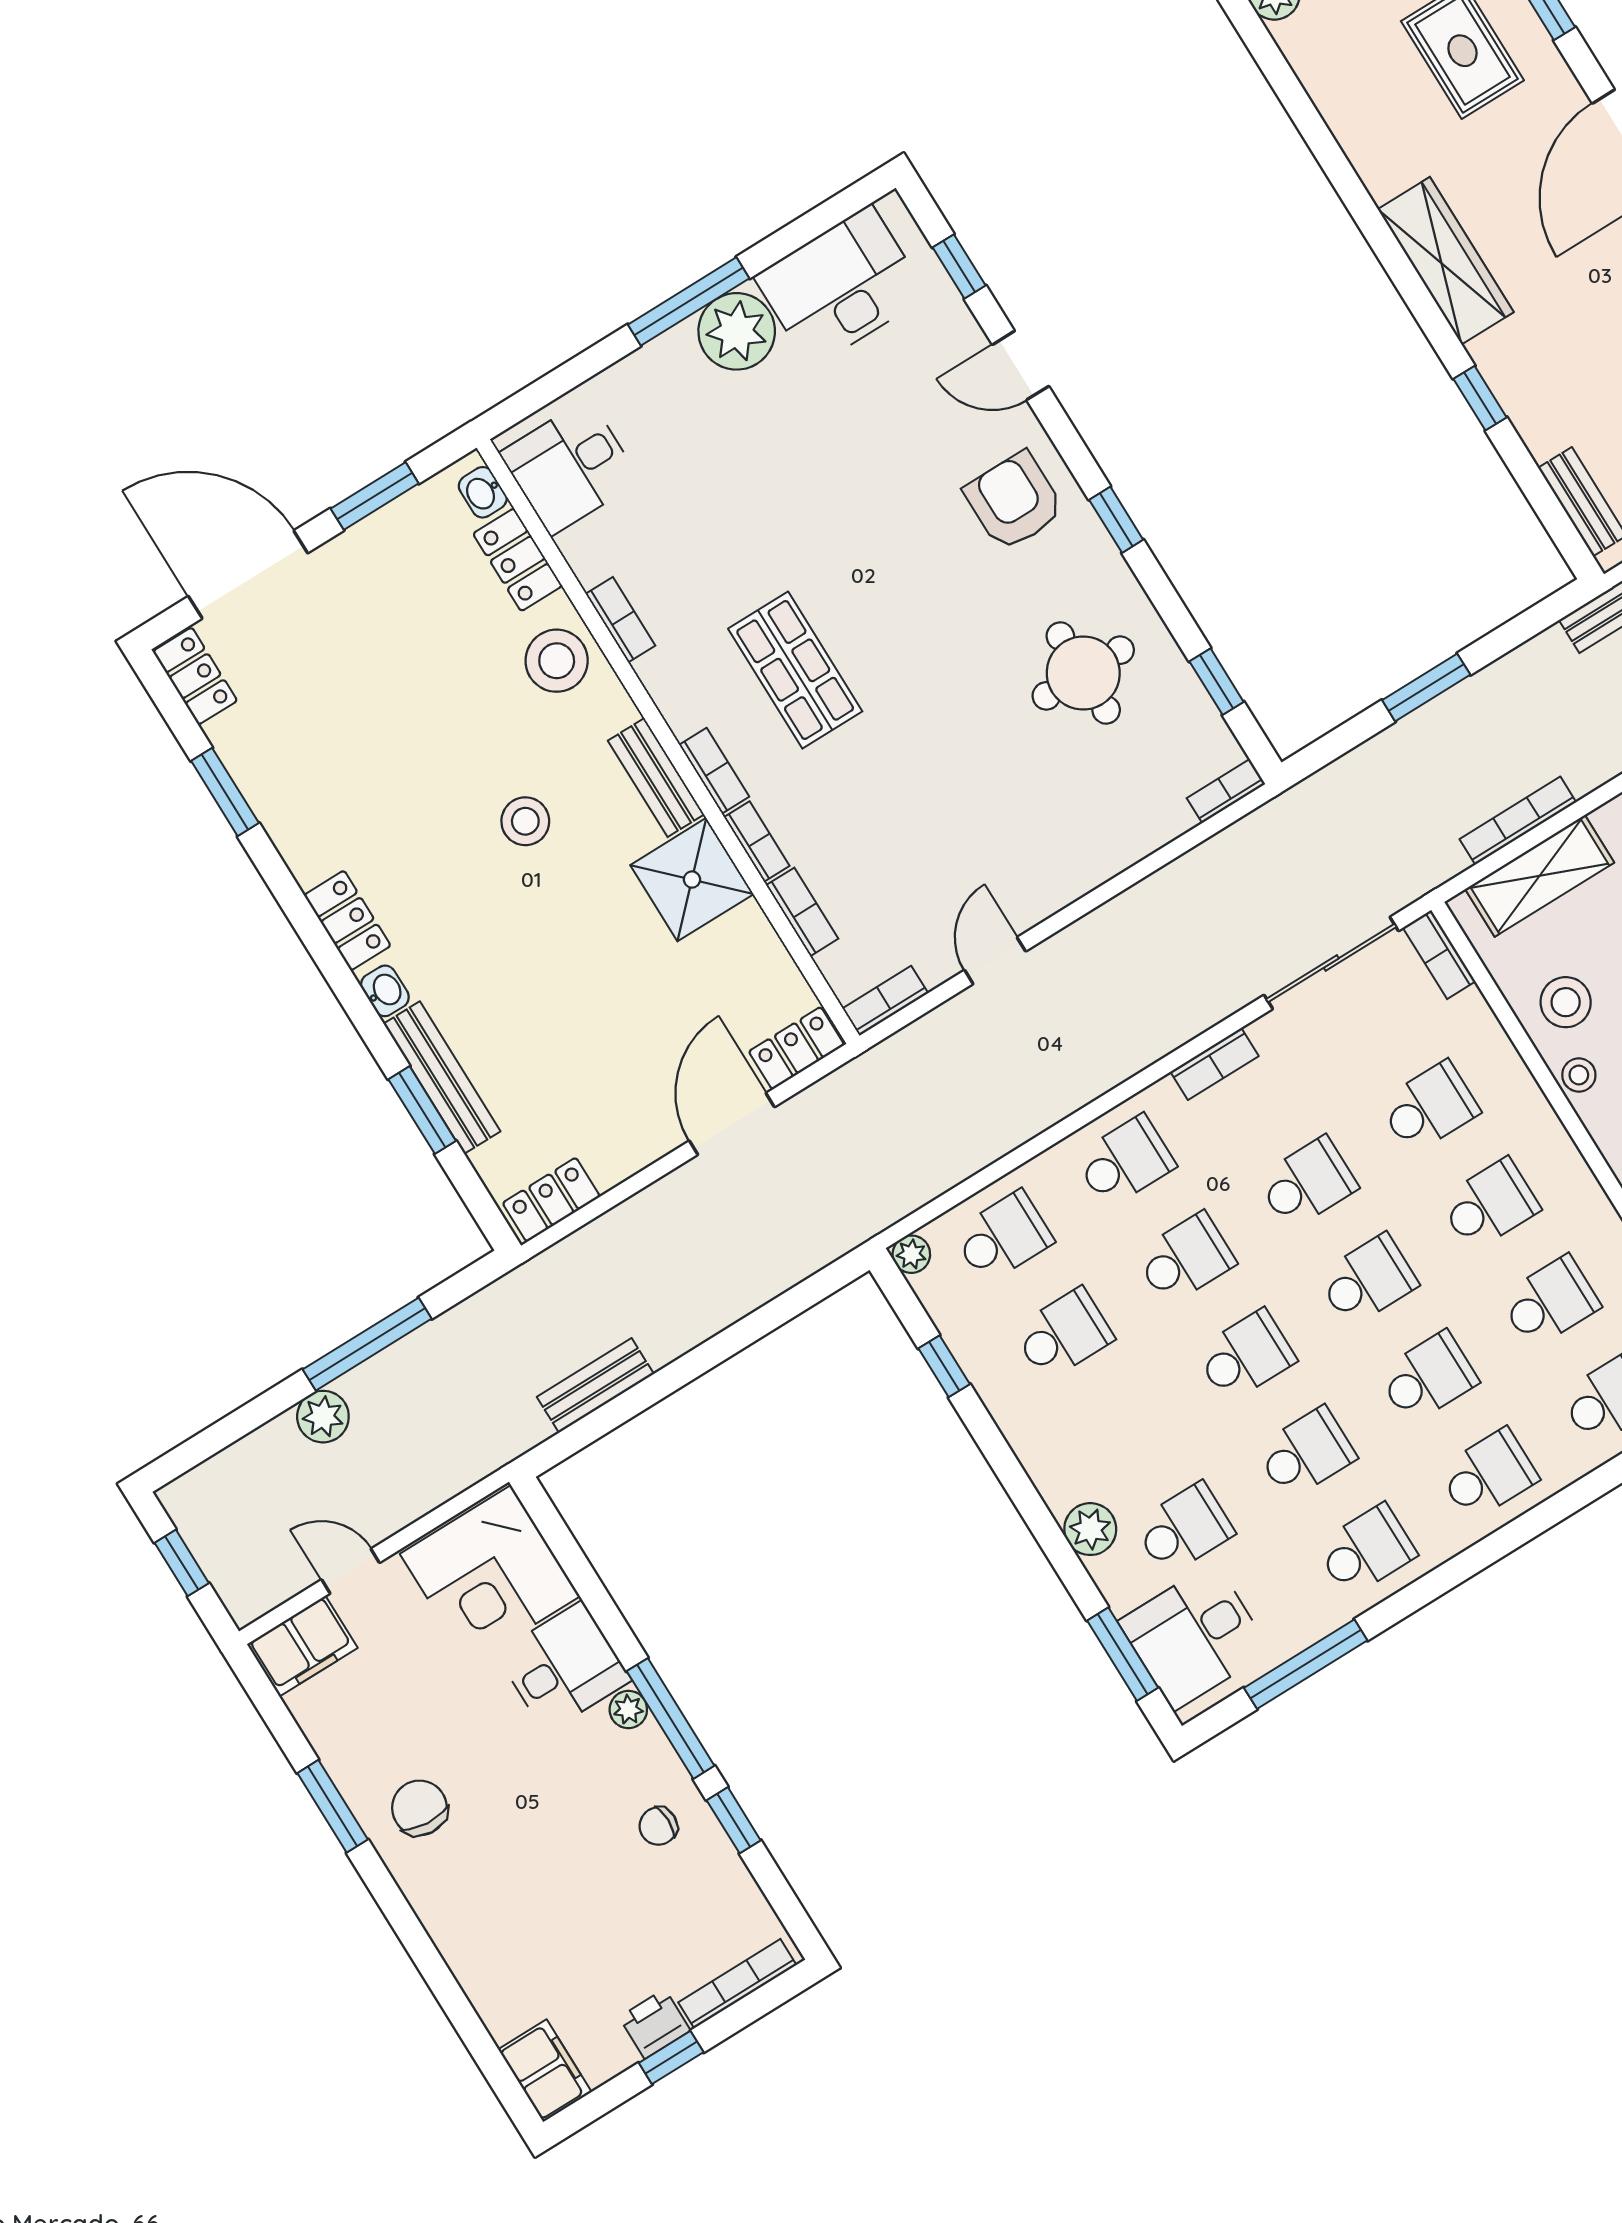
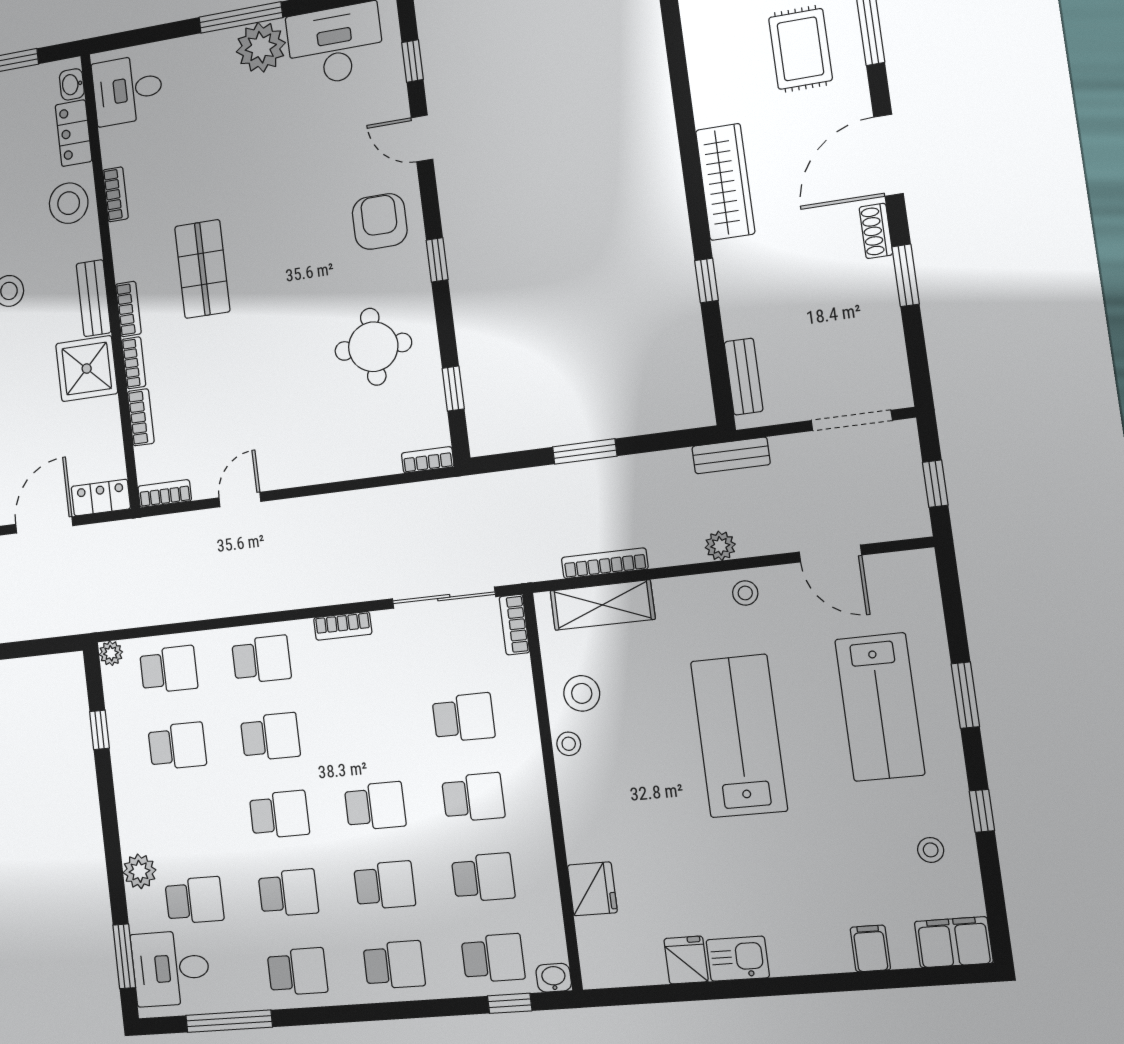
school desk: (1307, 1183) -> (366, 727), removed

